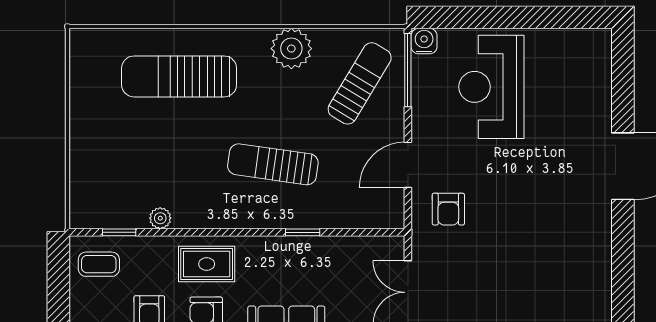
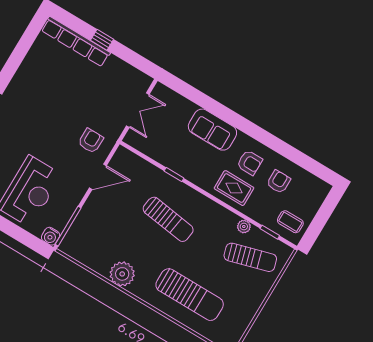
sun lounger: (360, 83) -> (250, 257), moved, turned -137

